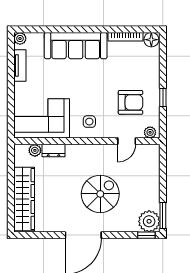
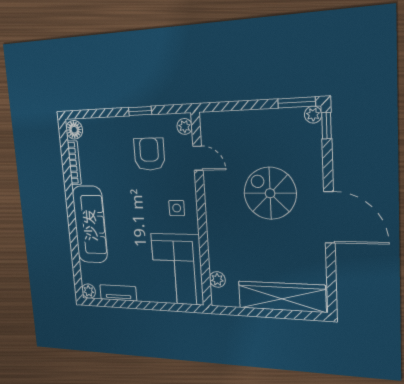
dresser: (54, 151) -> (216, 255), removed
plant: (149, 221) -> (313, 115), width x0.53, depth x0.53

